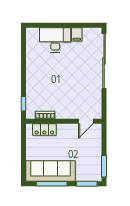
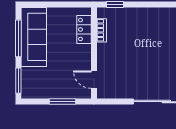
window: (104, 166) -> (63, 102), moved

